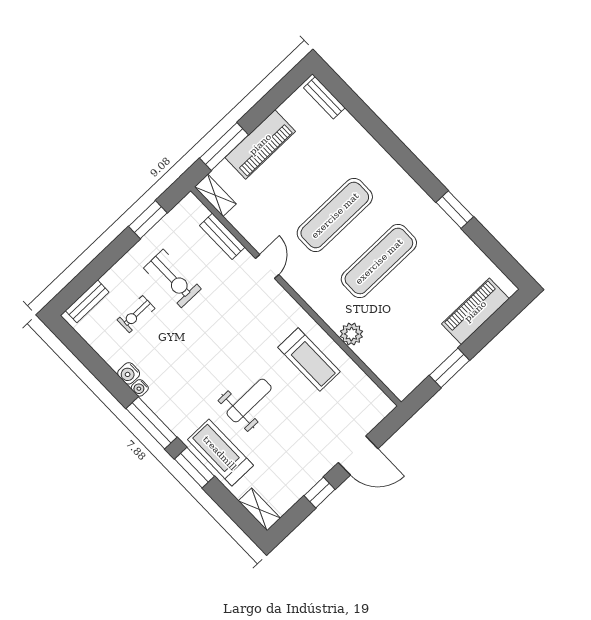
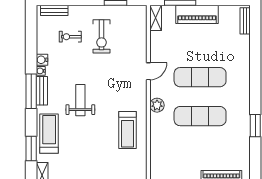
bench: (222, 236) -> (42, 91), moved
plant: (351, 334) -> (157, 105), moved
weight bench: (249, 400) -> (80, 100), moved, turned -90
window: (194, 468) -> (31, 148), moved

